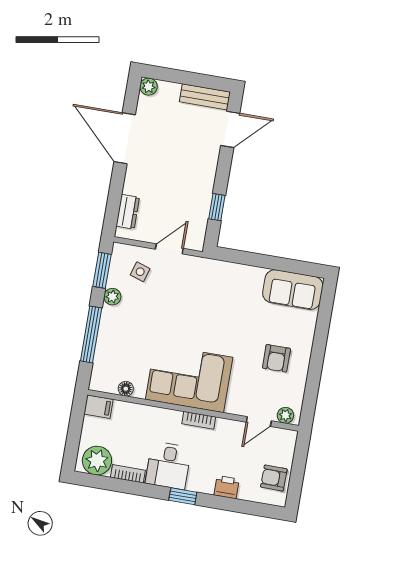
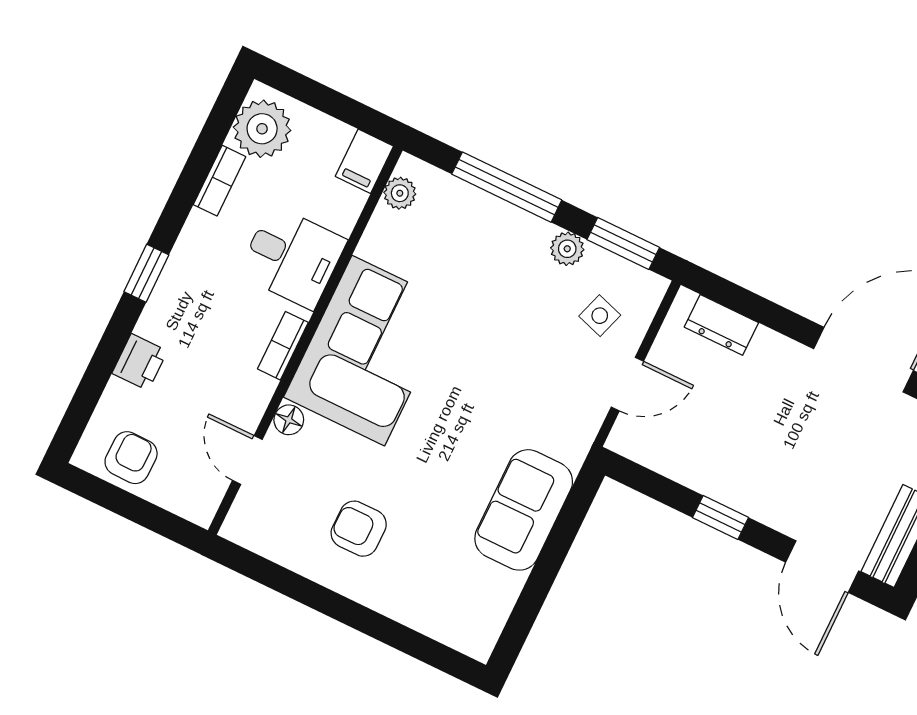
window: (217, 207) -> (720, 517), moved
door: (169, 249) -> (627, 384), hinge flipped
sofa: (293, 290) -> (524, 510), moved
floor lamp: (126, 389) -> (289, 420), moved
plant: (285, 415) -> (400, 193), moved
desk: (168, 466) -> (292, 257), moved, turned 180

